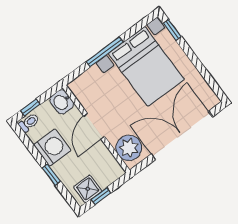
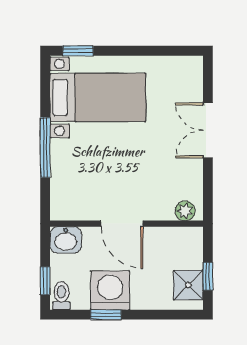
bed with nightstands: (146, 66) -> (98, 97), width x0.73
double door: (182, 135) -> (208, 130), width x0.54
plant: (129, 148) -> (185, 211), width x0.53, depth x0.53
window: (51, 175) -> (106, 315), moved

